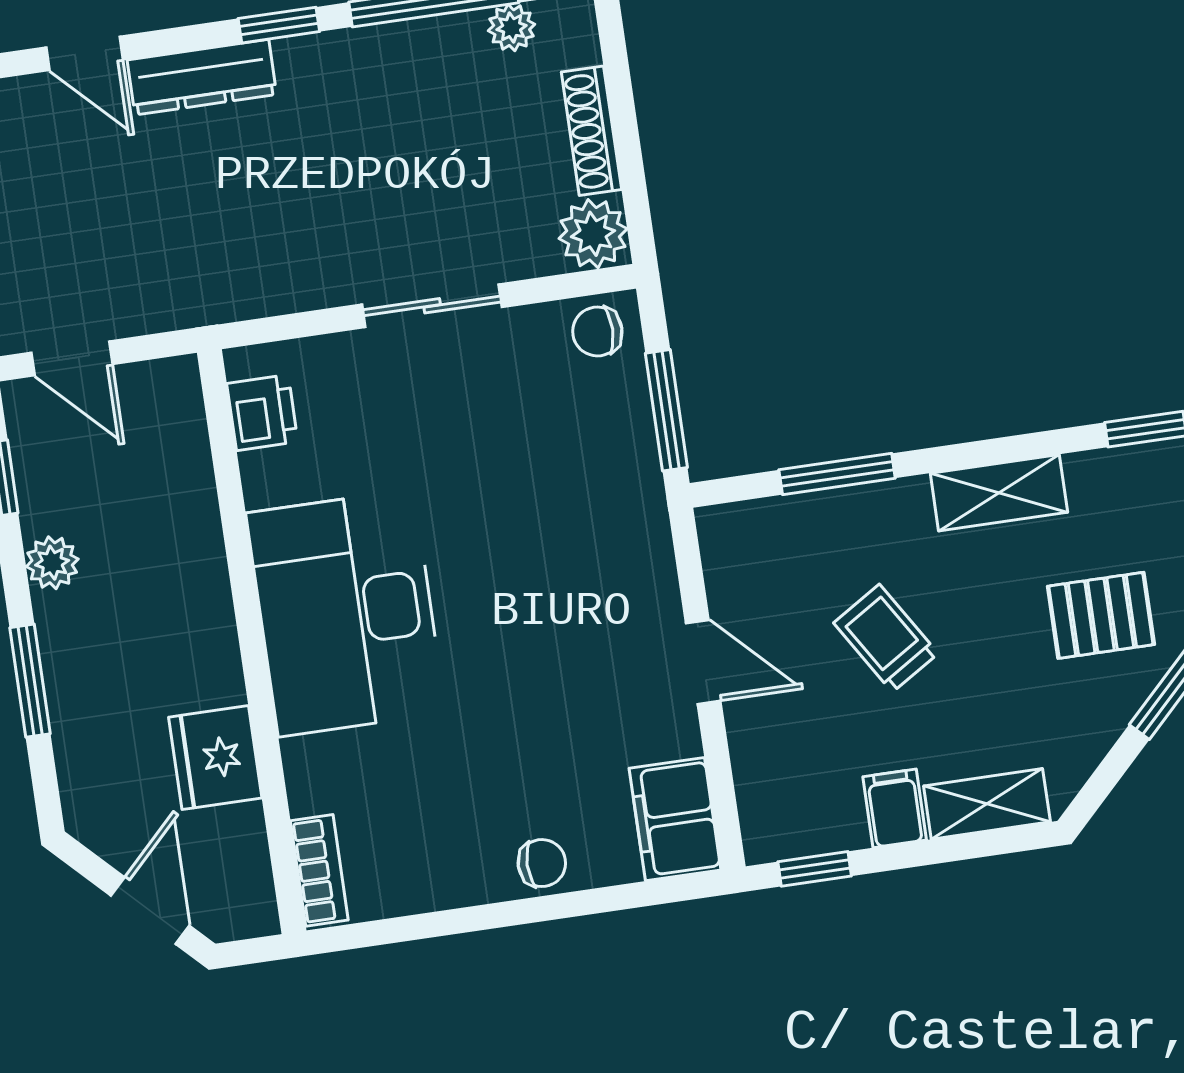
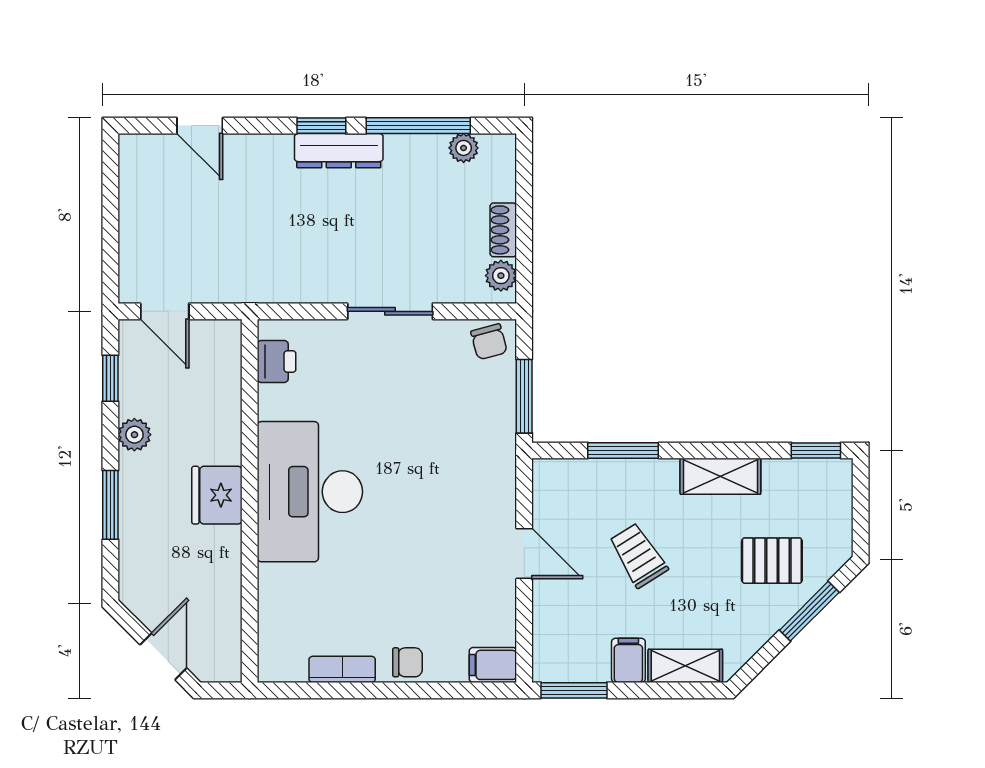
dresser: (202, 77) -> (339, 151), moved
shoe rack: (591, 131) -> (503, 230), width x0.70
plant: (593, 234) -> (501, 276), width x0.73, depth x0.73
chair: (597, 331) -> (489, 342), turned -105
fridge: (215, 758) -> (217, 495), moved
filing cabinet: (675, 819) -> (493, 665), width x0.50
window: (815, 869) -> (574, 690), width x1.50
bookcase: (319, 870) -> (342, 669), moved, turned -90

